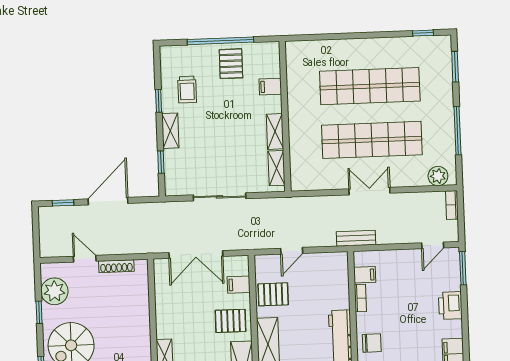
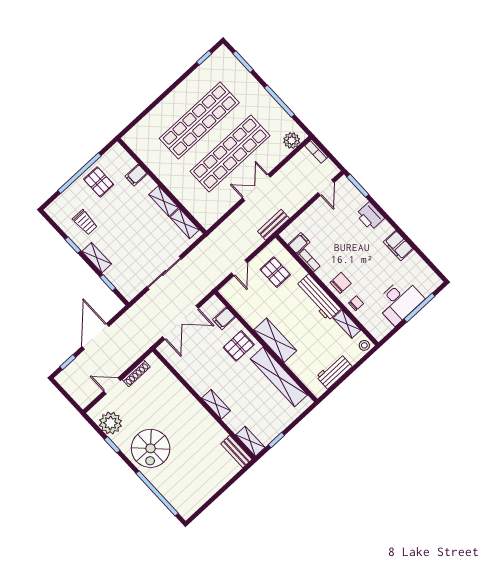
pallet: (273, 294) -> (275, 272), moved, turned 90

